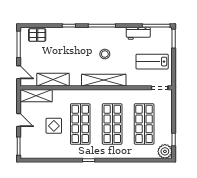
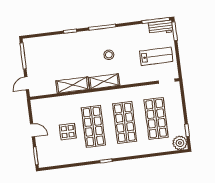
workbench: (138, 33) -> (161, 27), moved
pallet: (37, 35) -> (40, 44), removed
lab bench: (152, 62) -> (156, 56), turned 180
door: (19, 72) -> (27, 83), swing flipped
shelving: (53, 80) -> (73, 85), moved
shelving: (104, 80) -> (104, 81), width x0.68
shelving: (36, 96) -> (47, 104), removed

